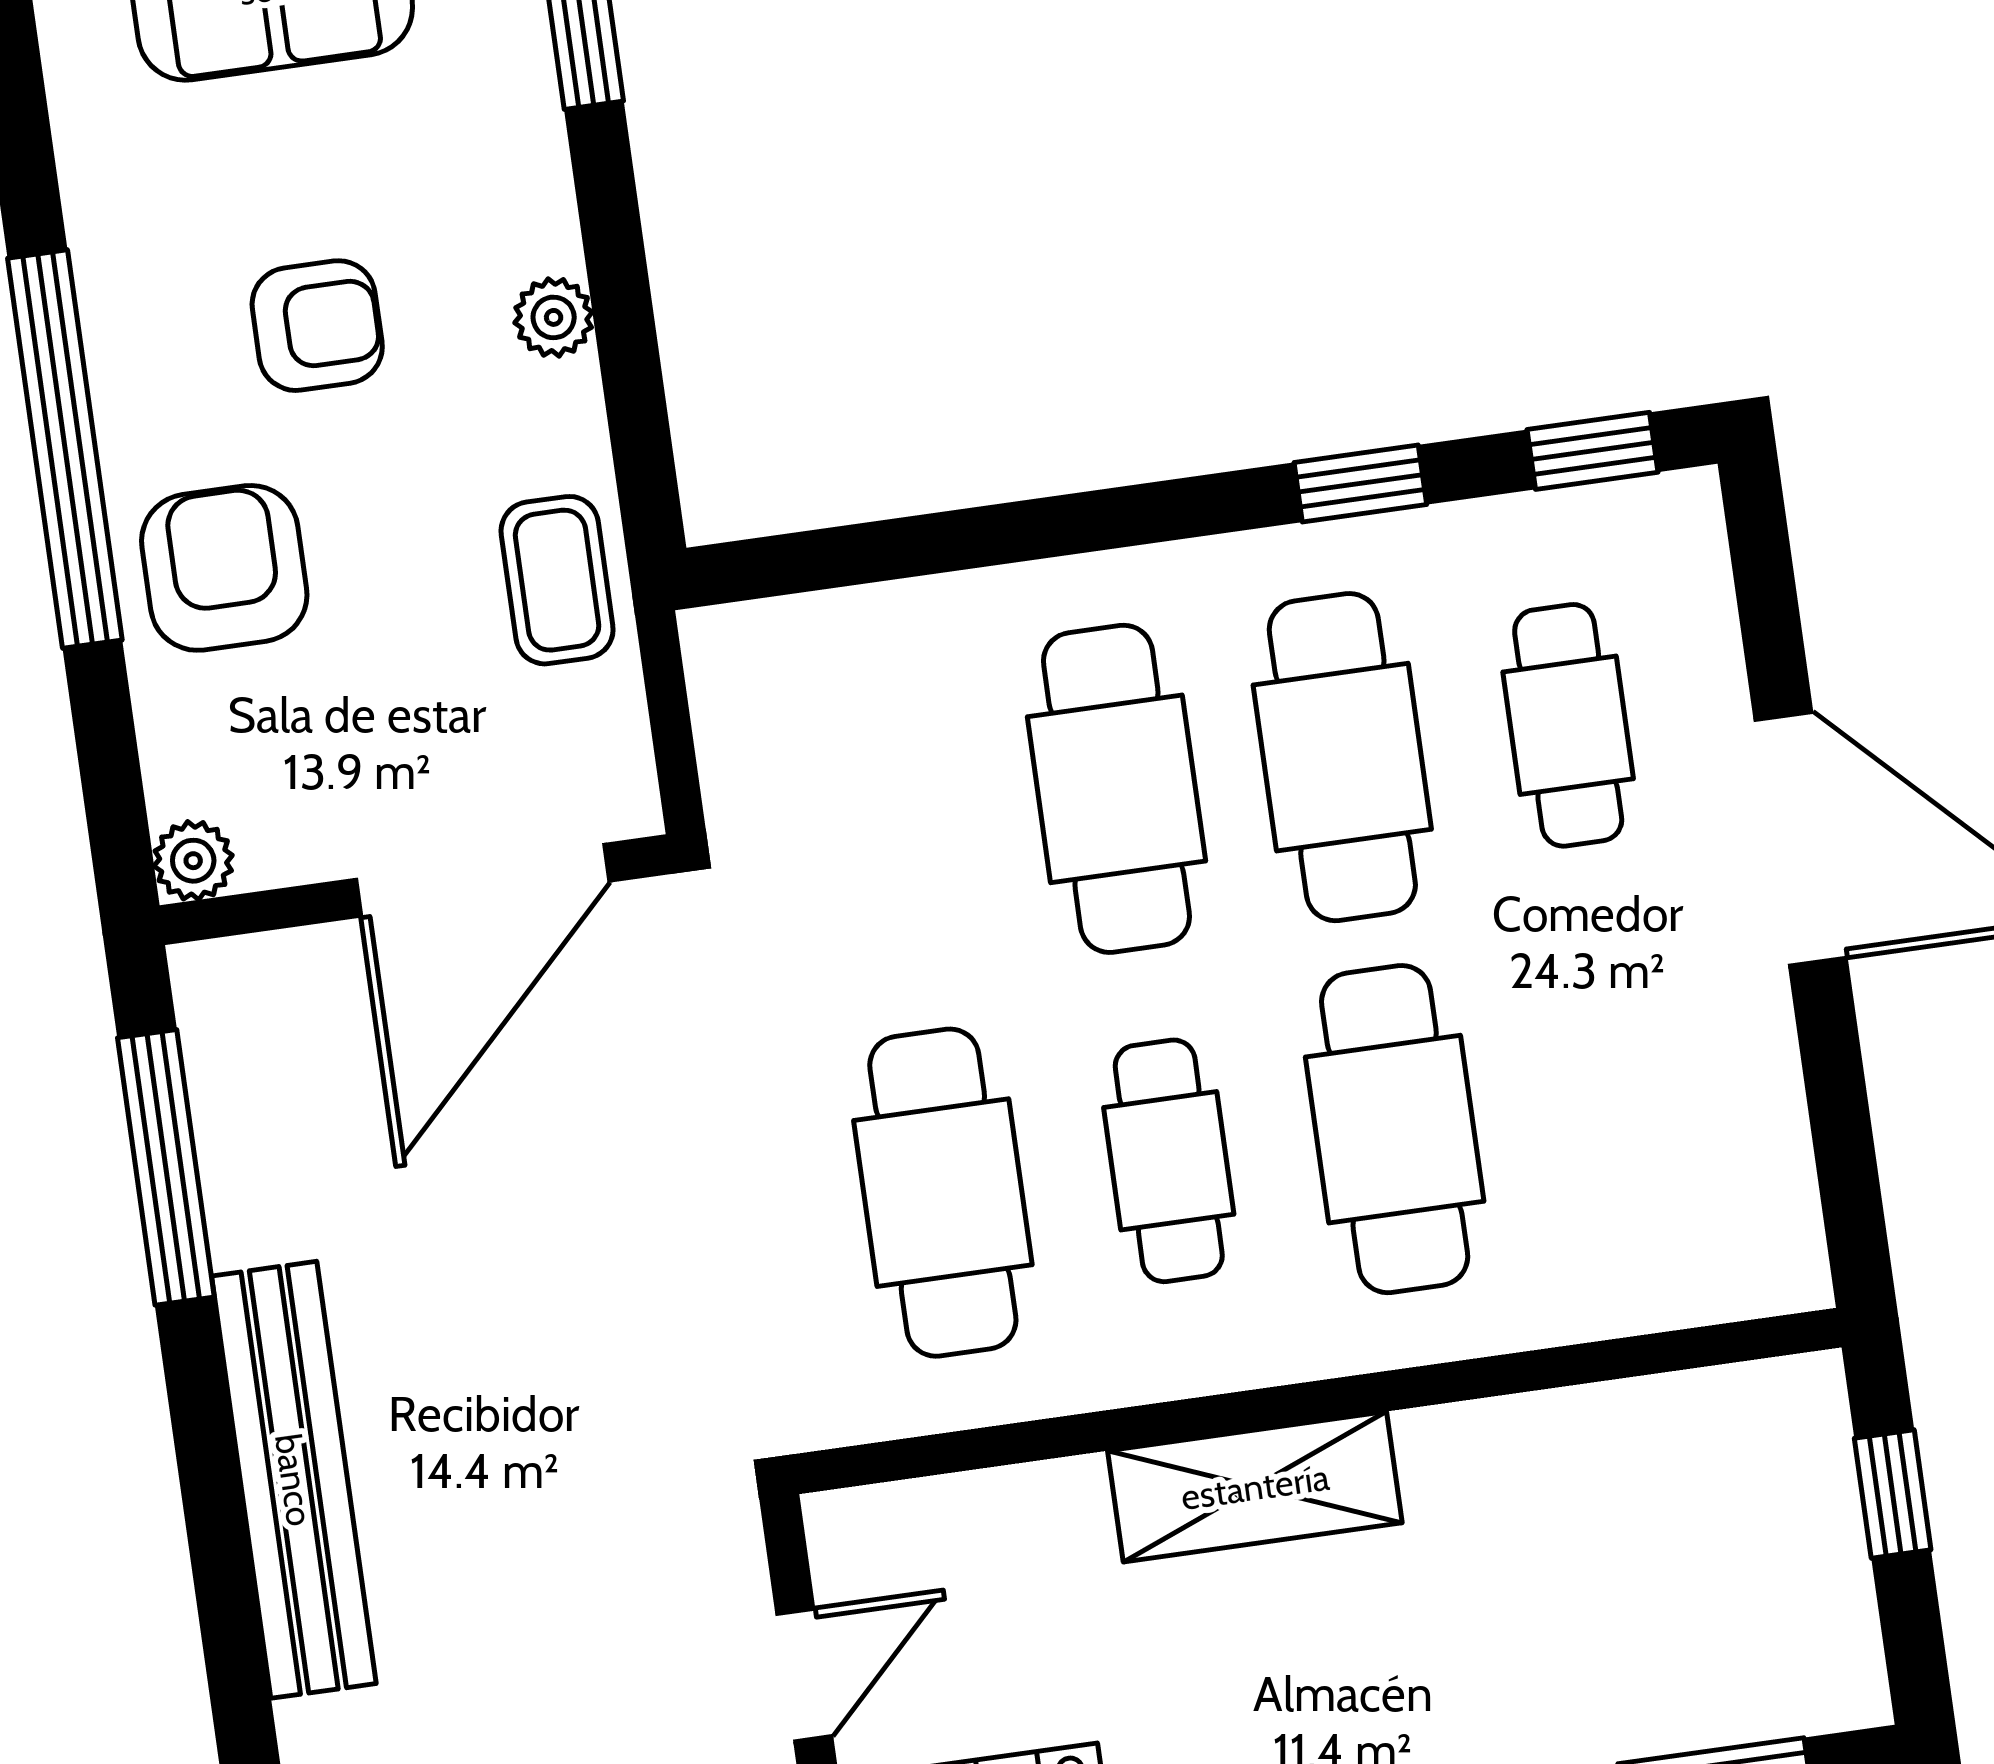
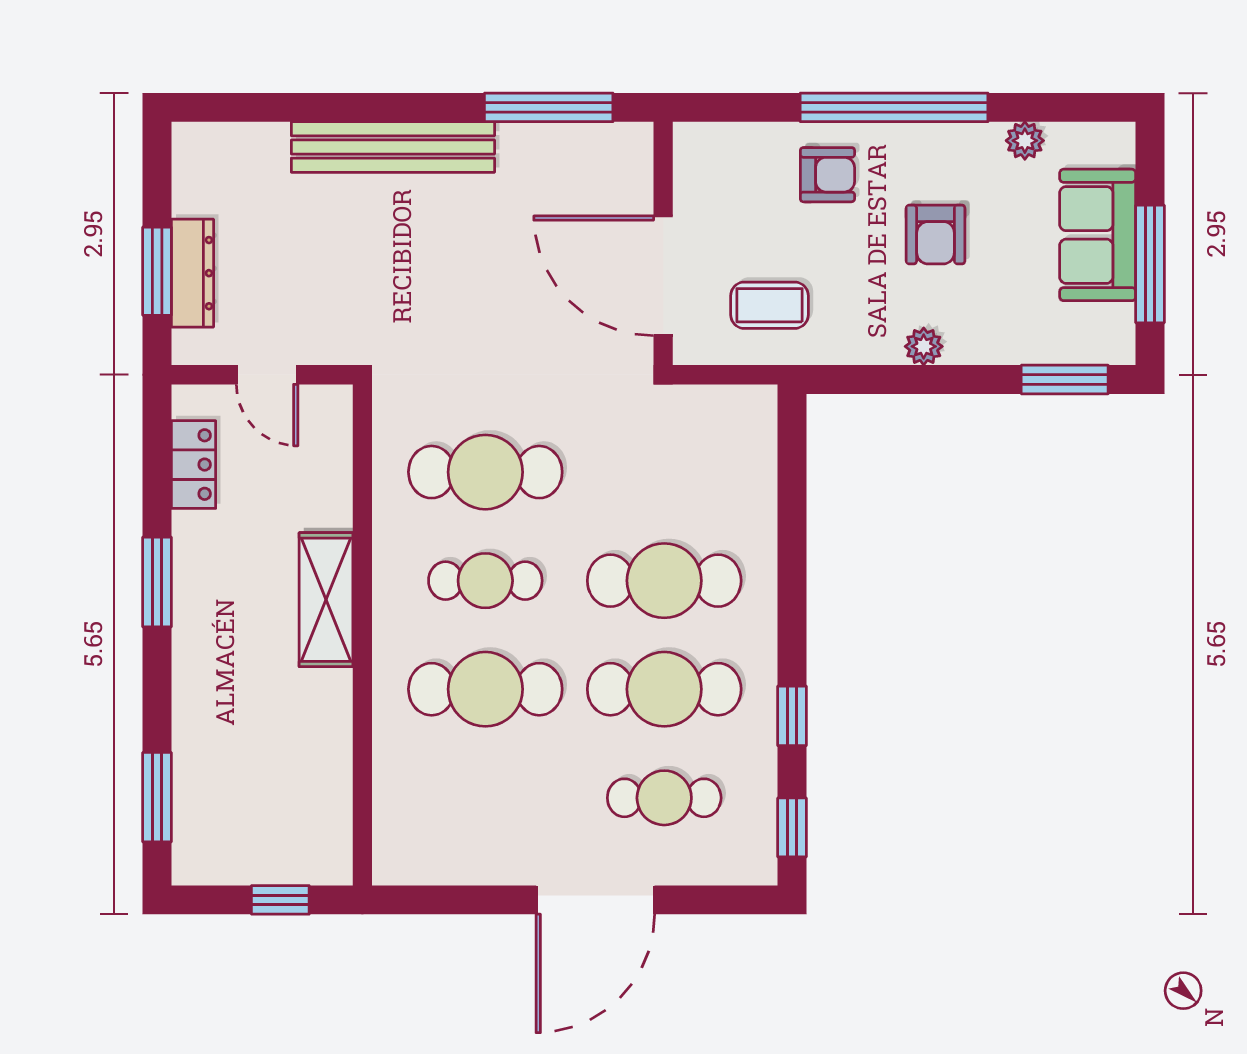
armchair: (224, 568) -> (827, 175), width x0.72, depth x0.72
coffee table: (557, 580) -> (769, 305), moved
plant: (193, 861) -> (1025, 141), moved

